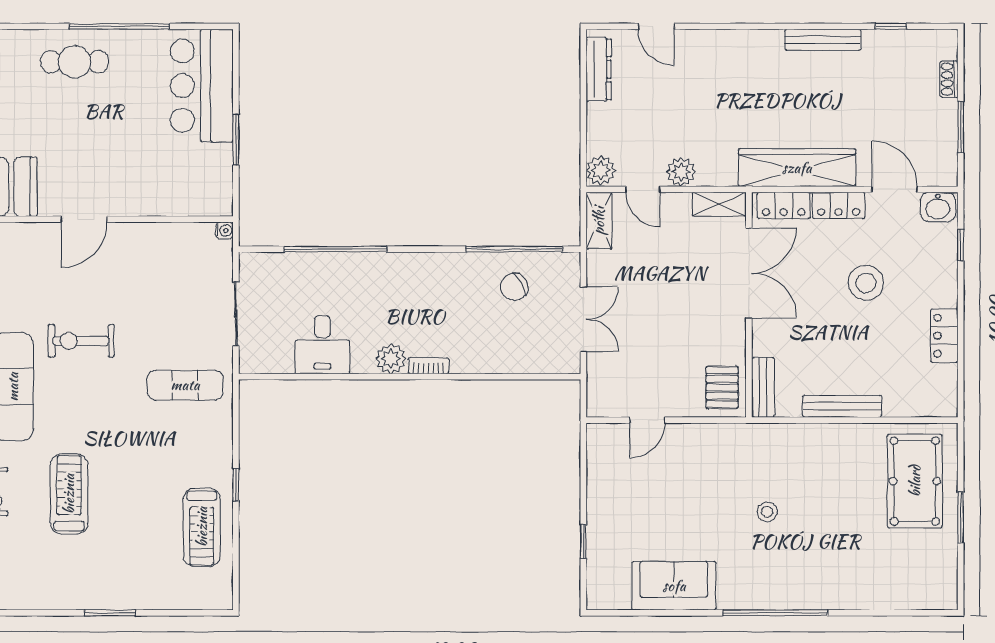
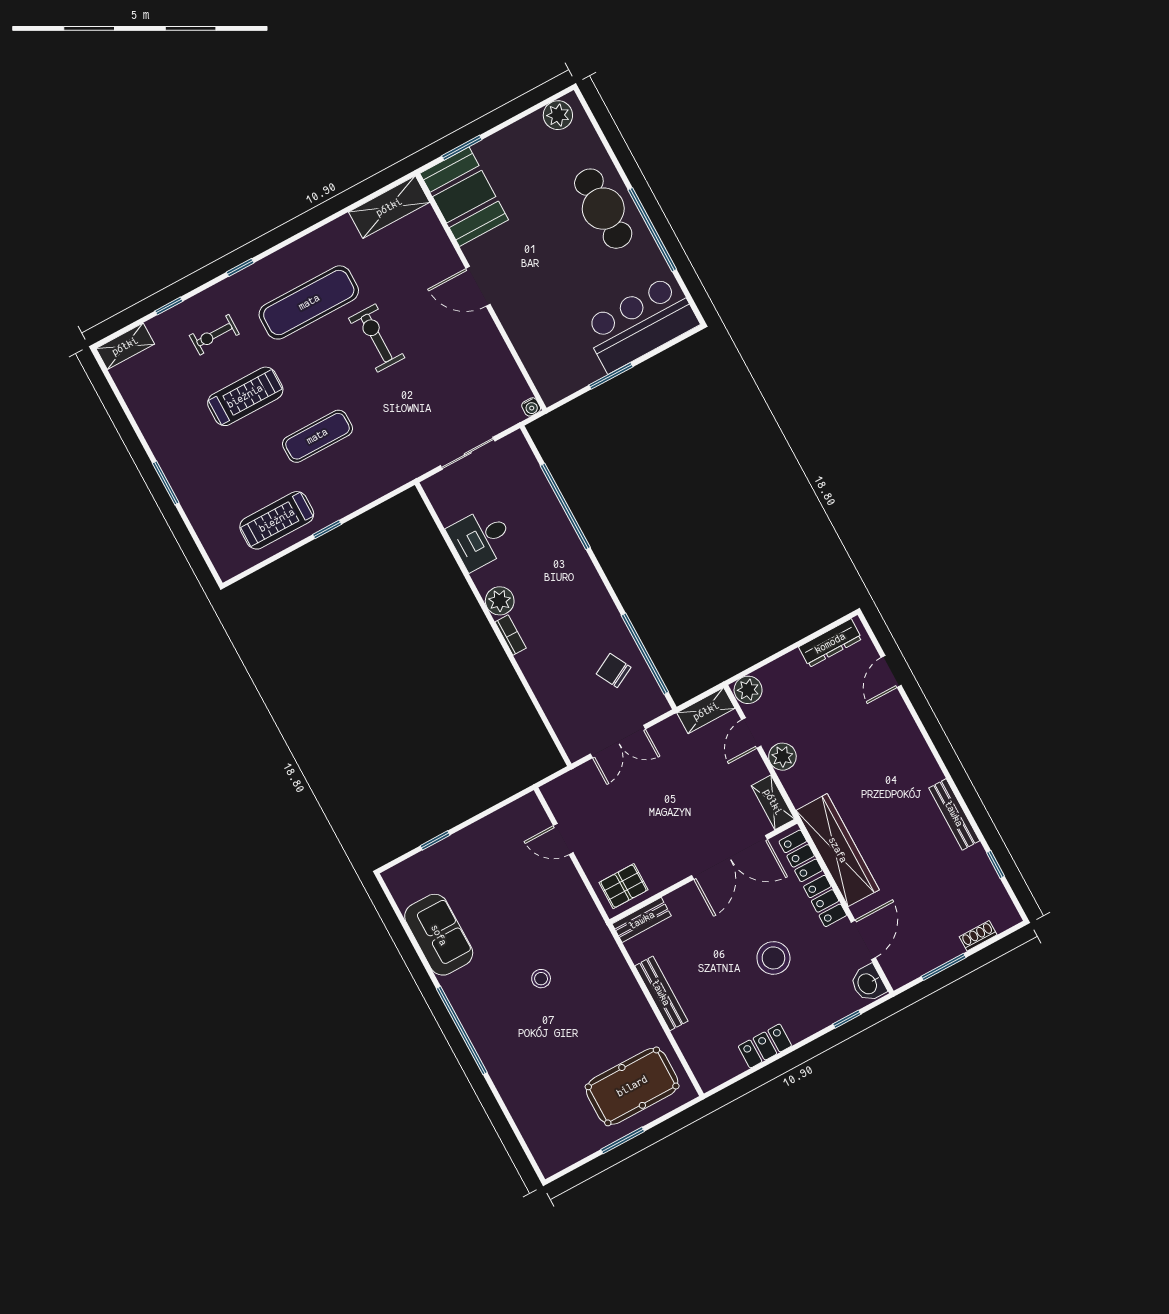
cafe table: (75, 62) -> (603, 209), width x1.37, depth x1.35
exercise mat: (185, 385) -> (317, 436), moved, turned 90

